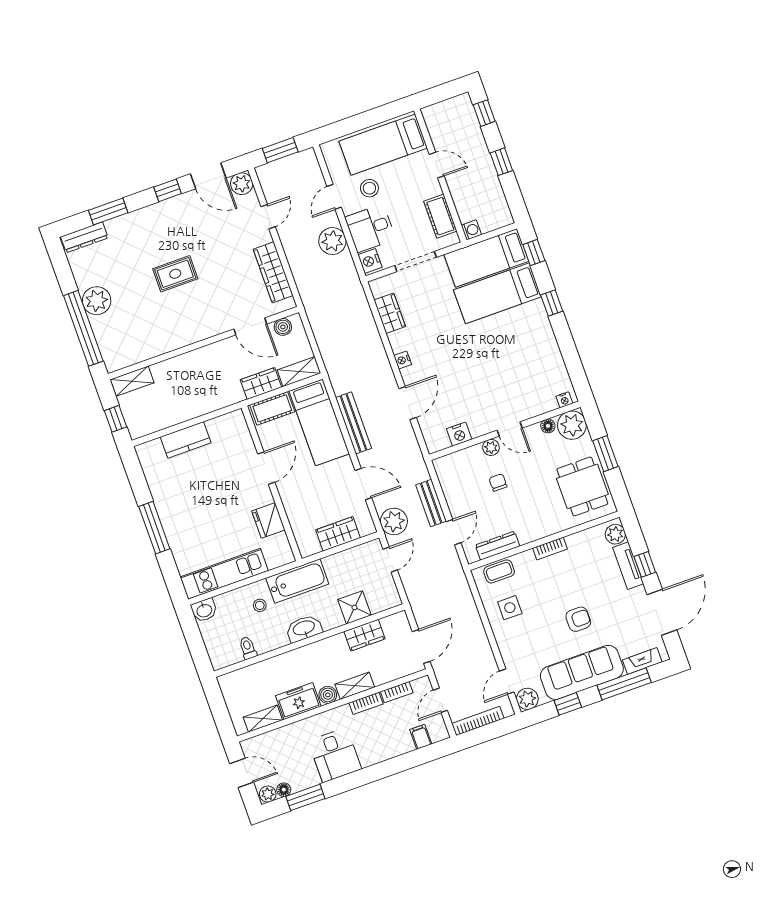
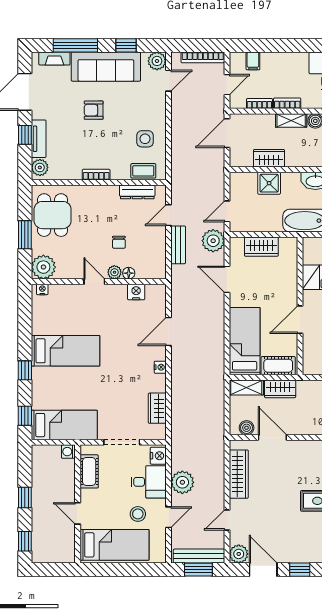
bed: (497, 293) -> (66, 351), moved
bench: (354, 423) -> (199, 556), moved, turned 90
floor lamp: (548, 426) -> (129, 273), moved

